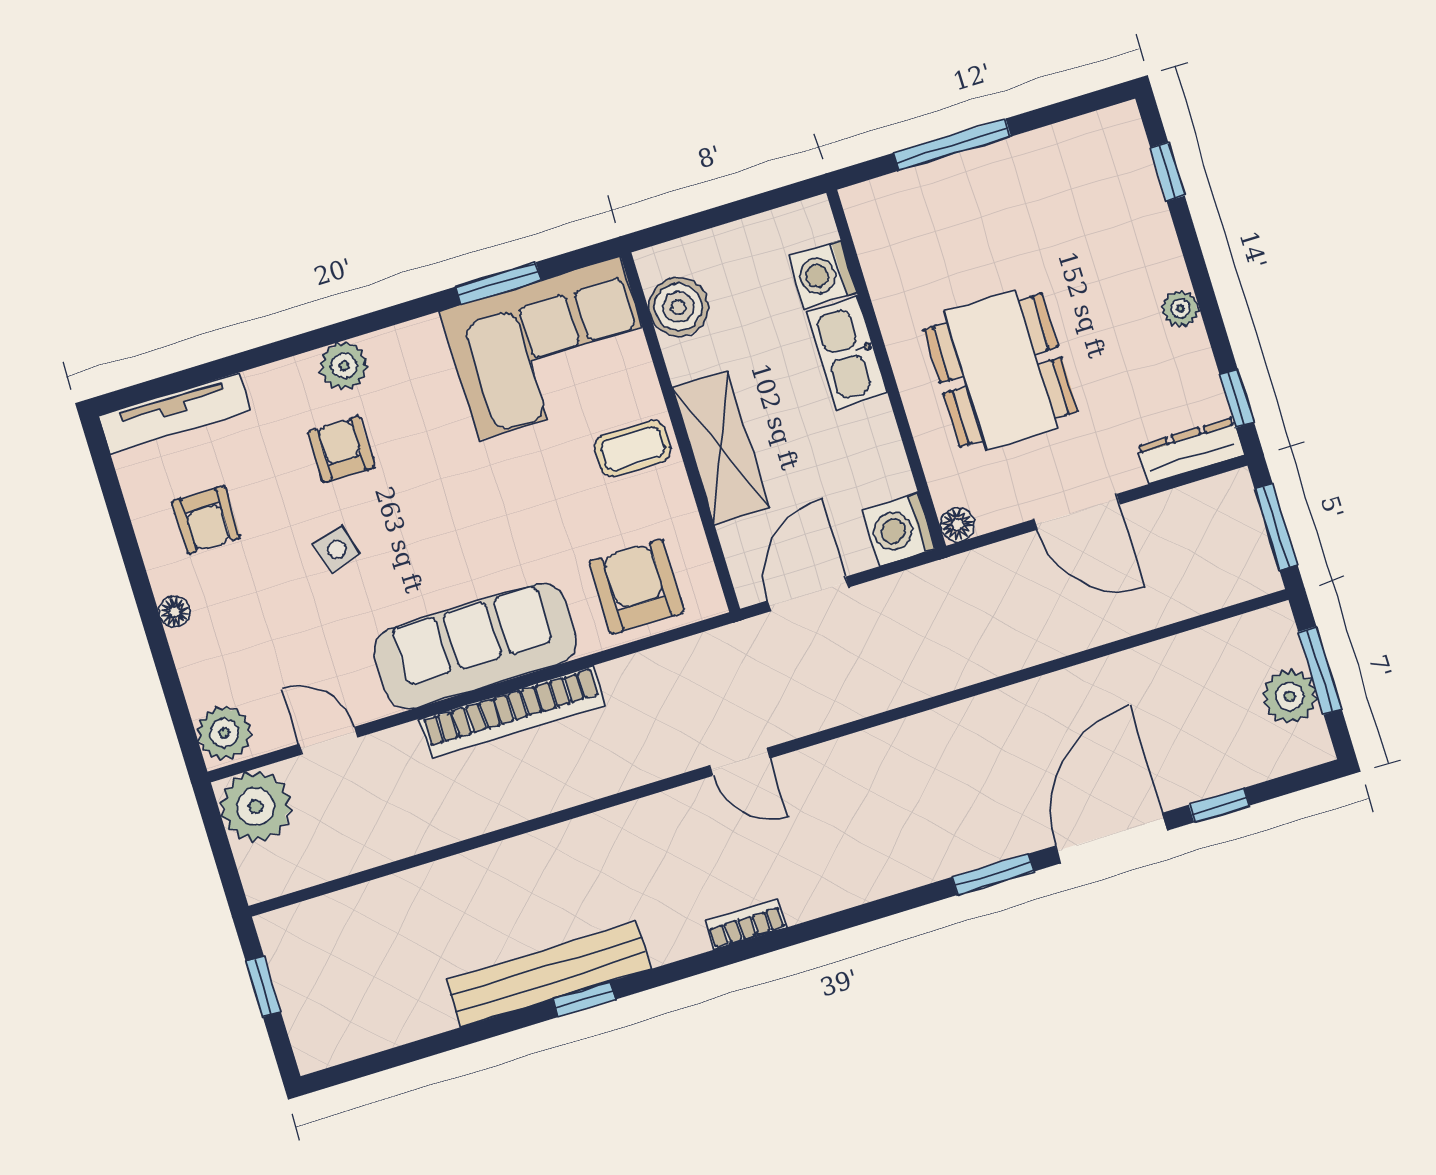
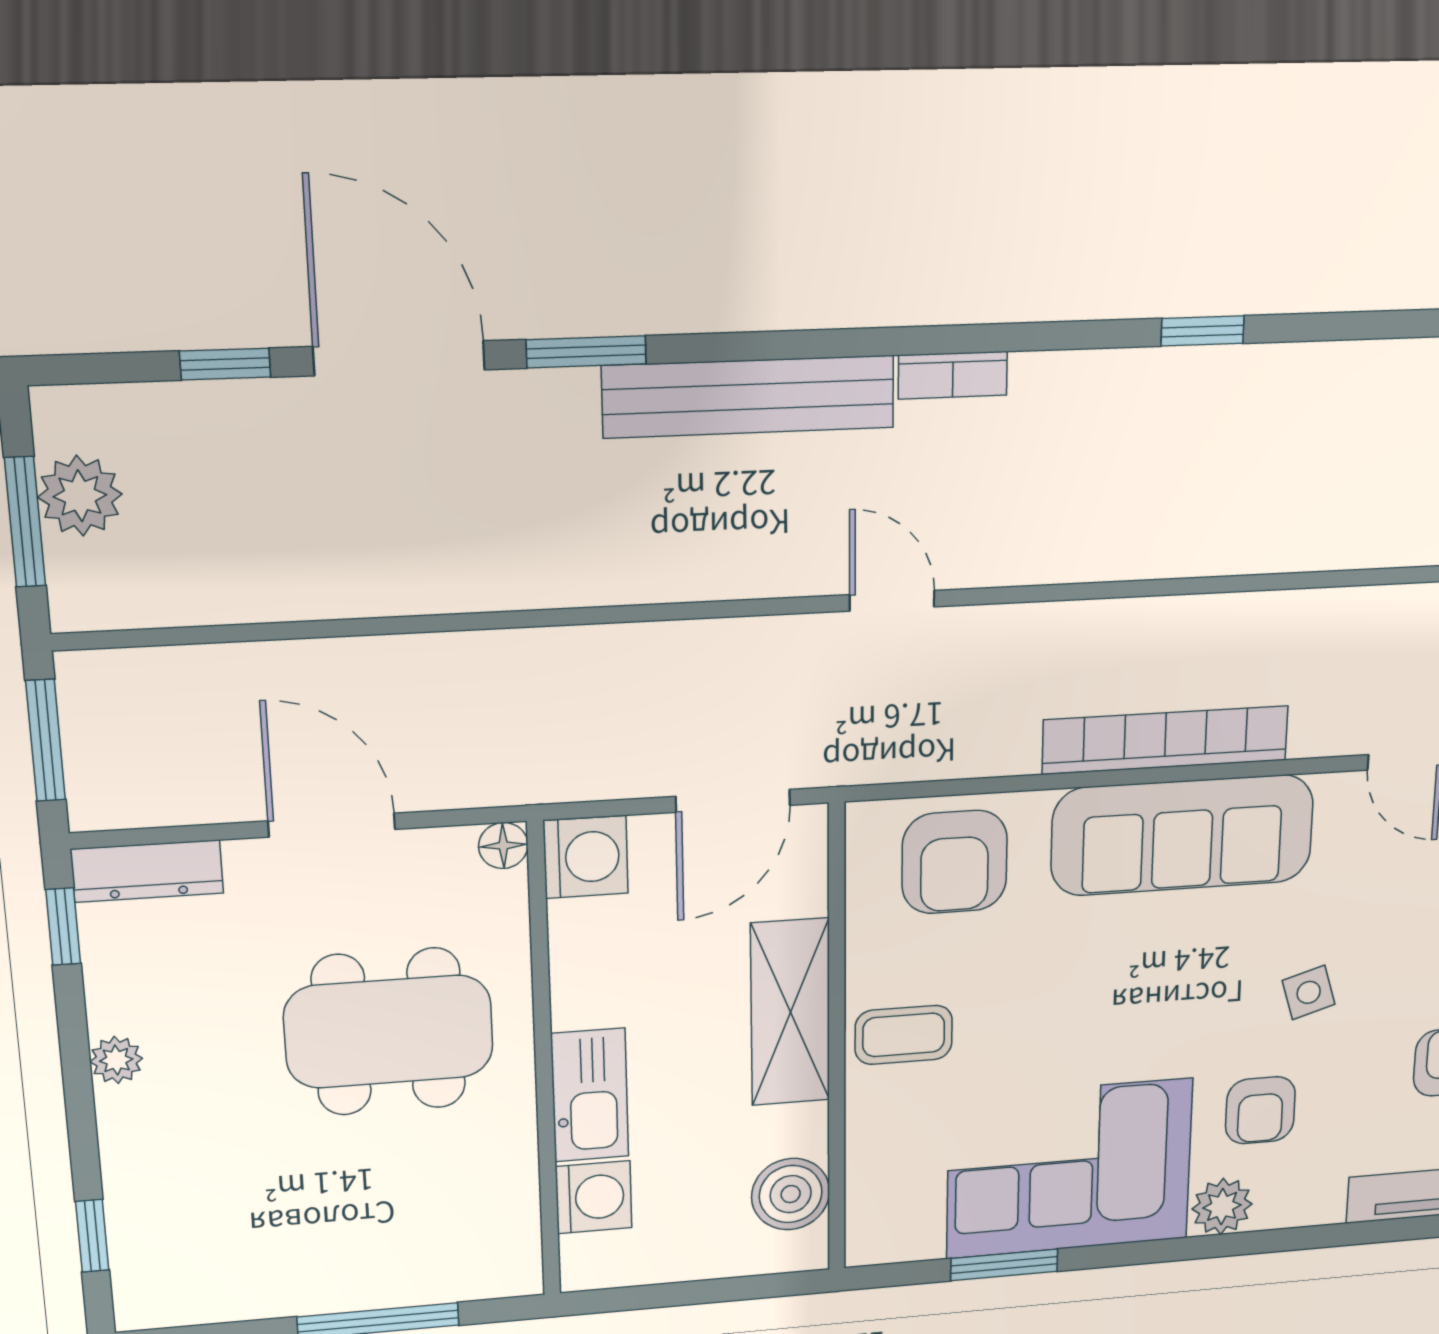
corner sofa: (550, 348) -> (1069, 1169), moved
dining table: (1001, 370) -> (389, 1032), turned 90
door: (1111, 838) -> (399, 358), swing flipped
bench: (548, 974) -> (749, 397), moved

